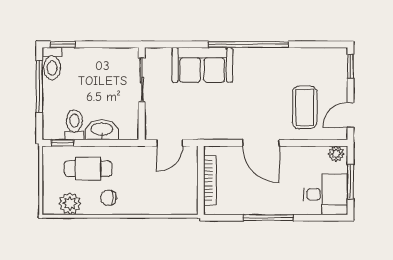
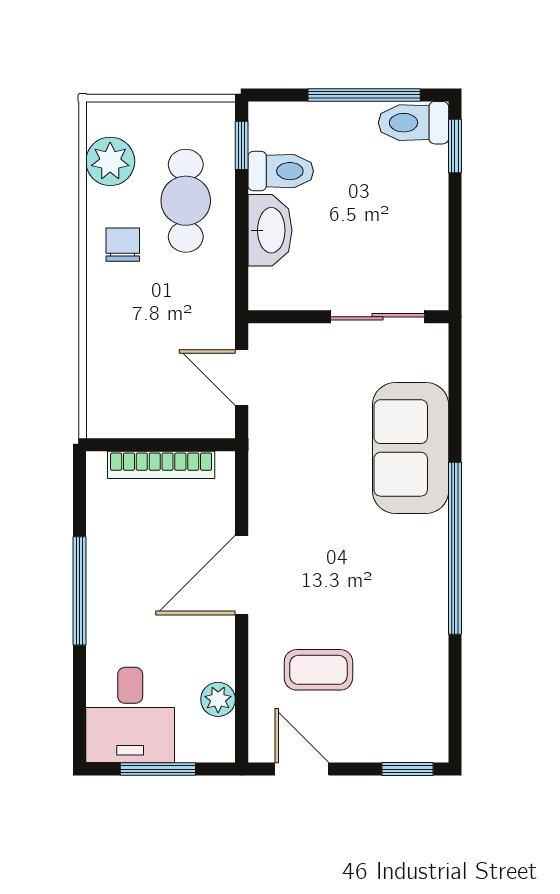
coffee table: (305, 107) -> (318, 670), width x0.73, depth x0.77
plant: (336, 154) -> (218, 699), moved

